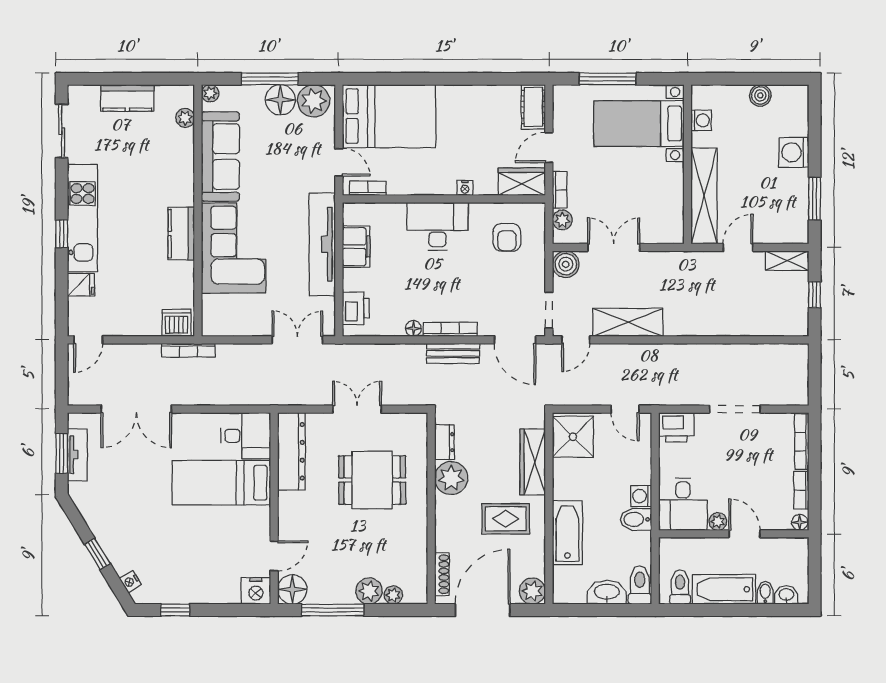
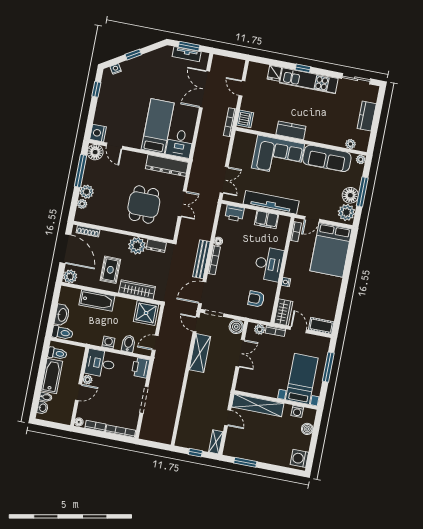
boiler: (760, 95) -> (307, 429), moved
washing machine: (794, 152) -> (299, 458), moved, turned -90
door: (88, 340) -> (242, 88), moved
bench: (453, 353) -> (201, 259), width x1.36
bidet: (636, 519) -> (128, 343), moved

